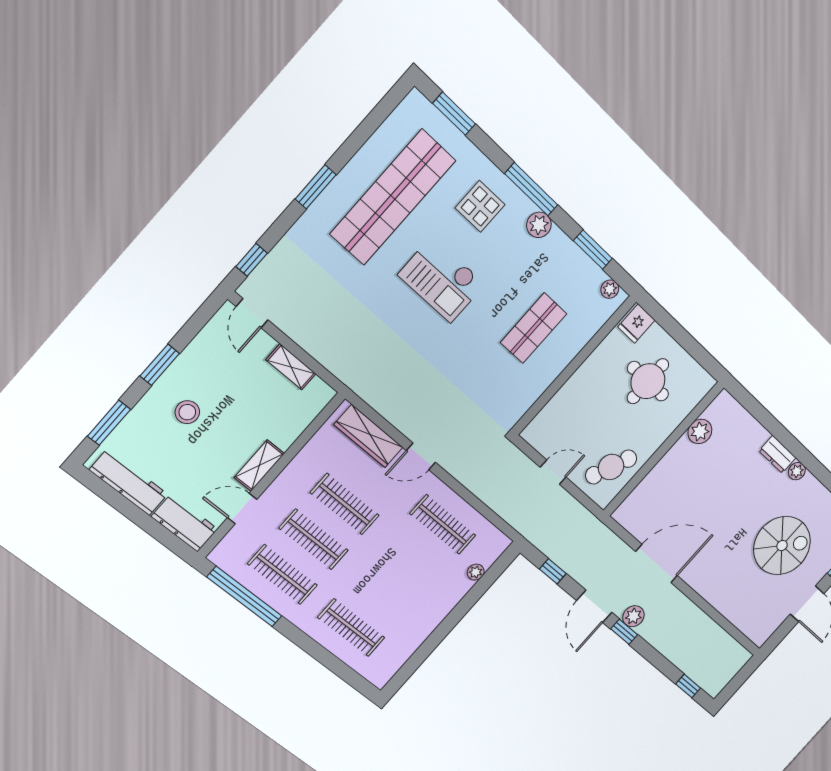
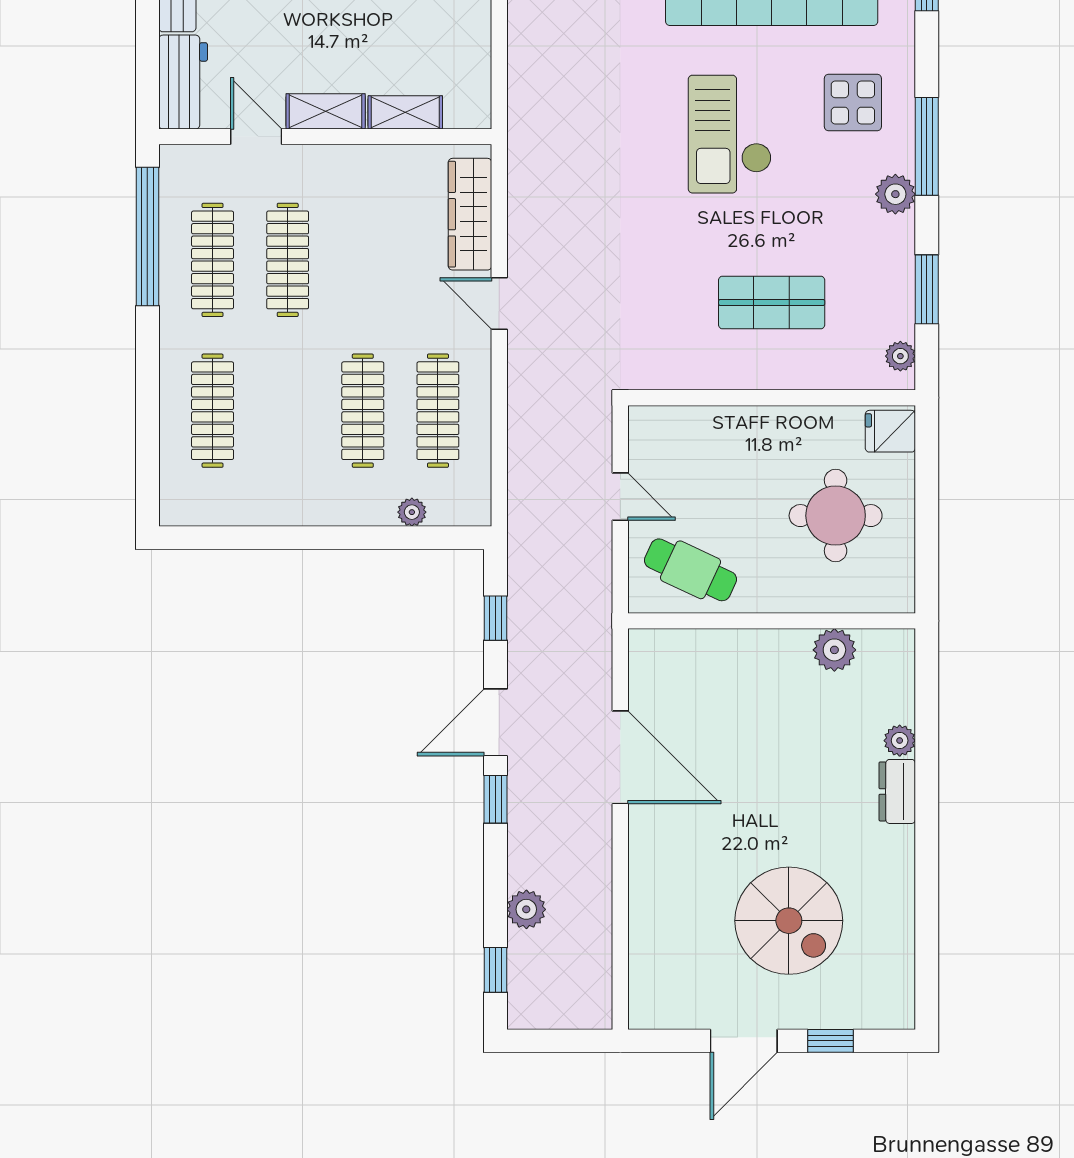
shelving: (291, 367) -> (405, 112), moved, turned 90
plant: (797, 471) -> (900, 741), moved
clothes rail: (345, 504) -> (363, 411), moved
plant: (633, 616) -> (526, 909), moved

